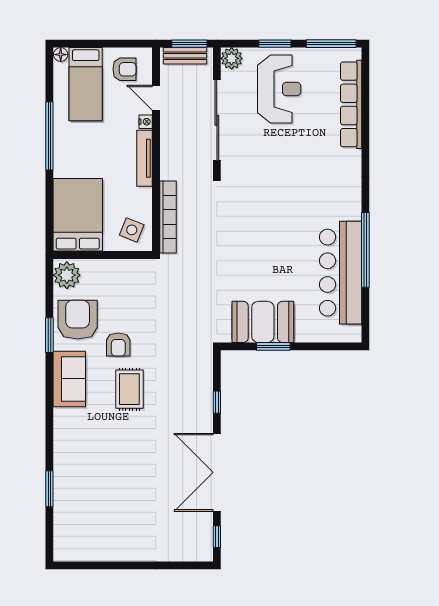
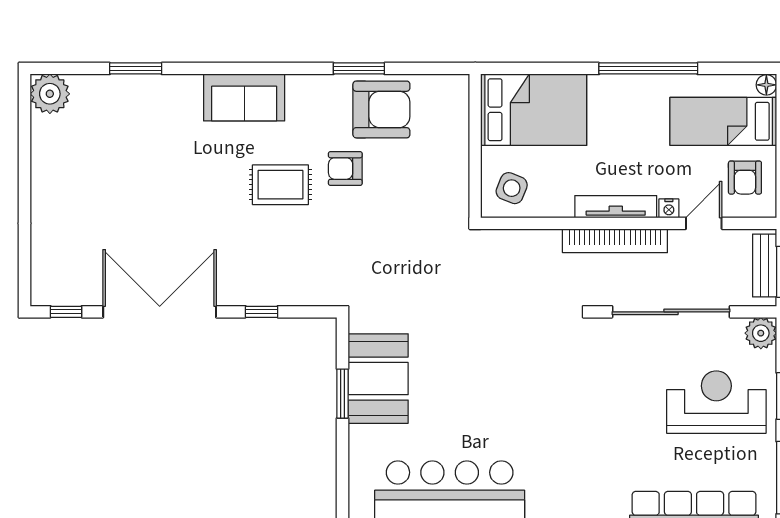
reception desk: (279, 89) -> (716, 402), turned 180
bookcase: (168, 217) -> (615, 241), moved
plant: (67, 275) -> (50, 94), moved
sofa: (69, 379) -> (244, 97), moved

